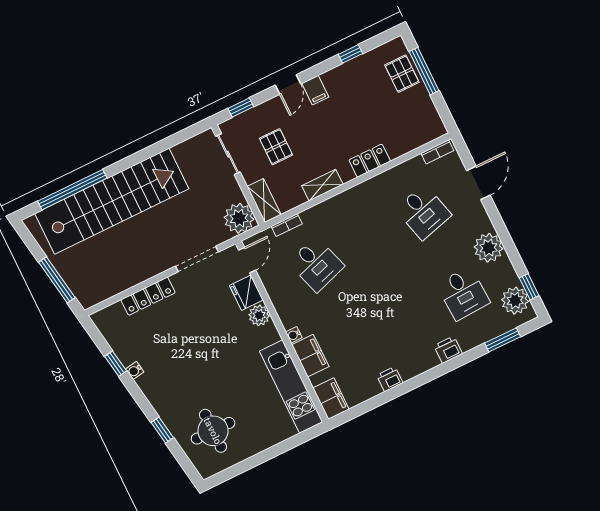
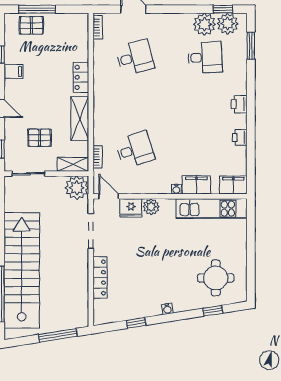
filing cabinet: (315, 90) -> (13, 72), moved
shelving: (322, 185) -> (80, 119), width x1.50, depth x1.33
plant: (488, 248) -> (204, 24), moved
printer: (448, 350) -> (239, 104), moved
water cooler: (135, 371) -> (167, 309), moved
window: (162, 430) -> (213, 311), moved

